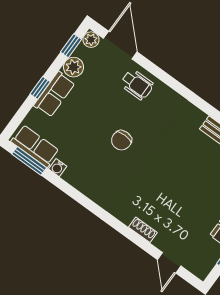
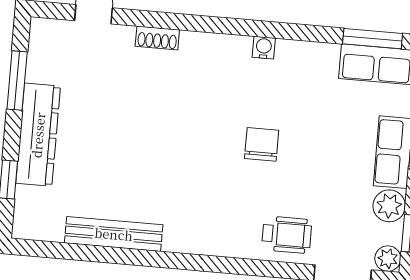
wheelchair: (137, 84) -> (287, 235), turned 180
water cooler: (58, 168) -> (264, 48), moved

